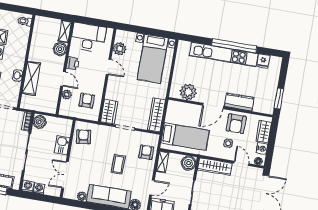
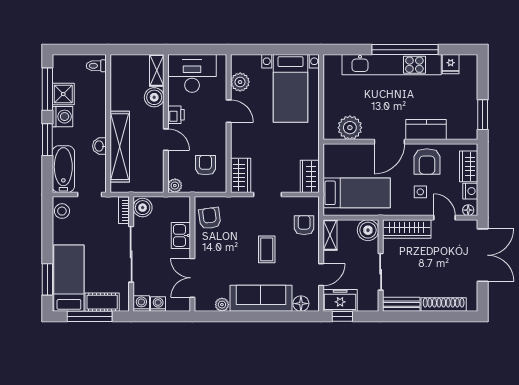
shelving: (31, 78) -> (120, 147), width x1.47
plant: (67, 94) -> (175, 186), moved
wardrobe: (157, 115) -> (310, 176), width x0.67

